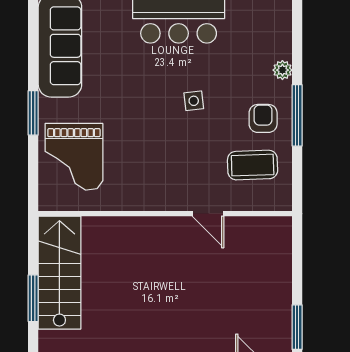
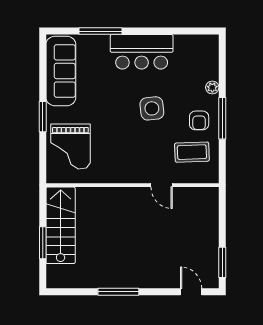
side table: (194, 101) -> (152, 108), width x1.87, depth x1.87
armchair: (263, 118) -> (199, 120), turned 180

